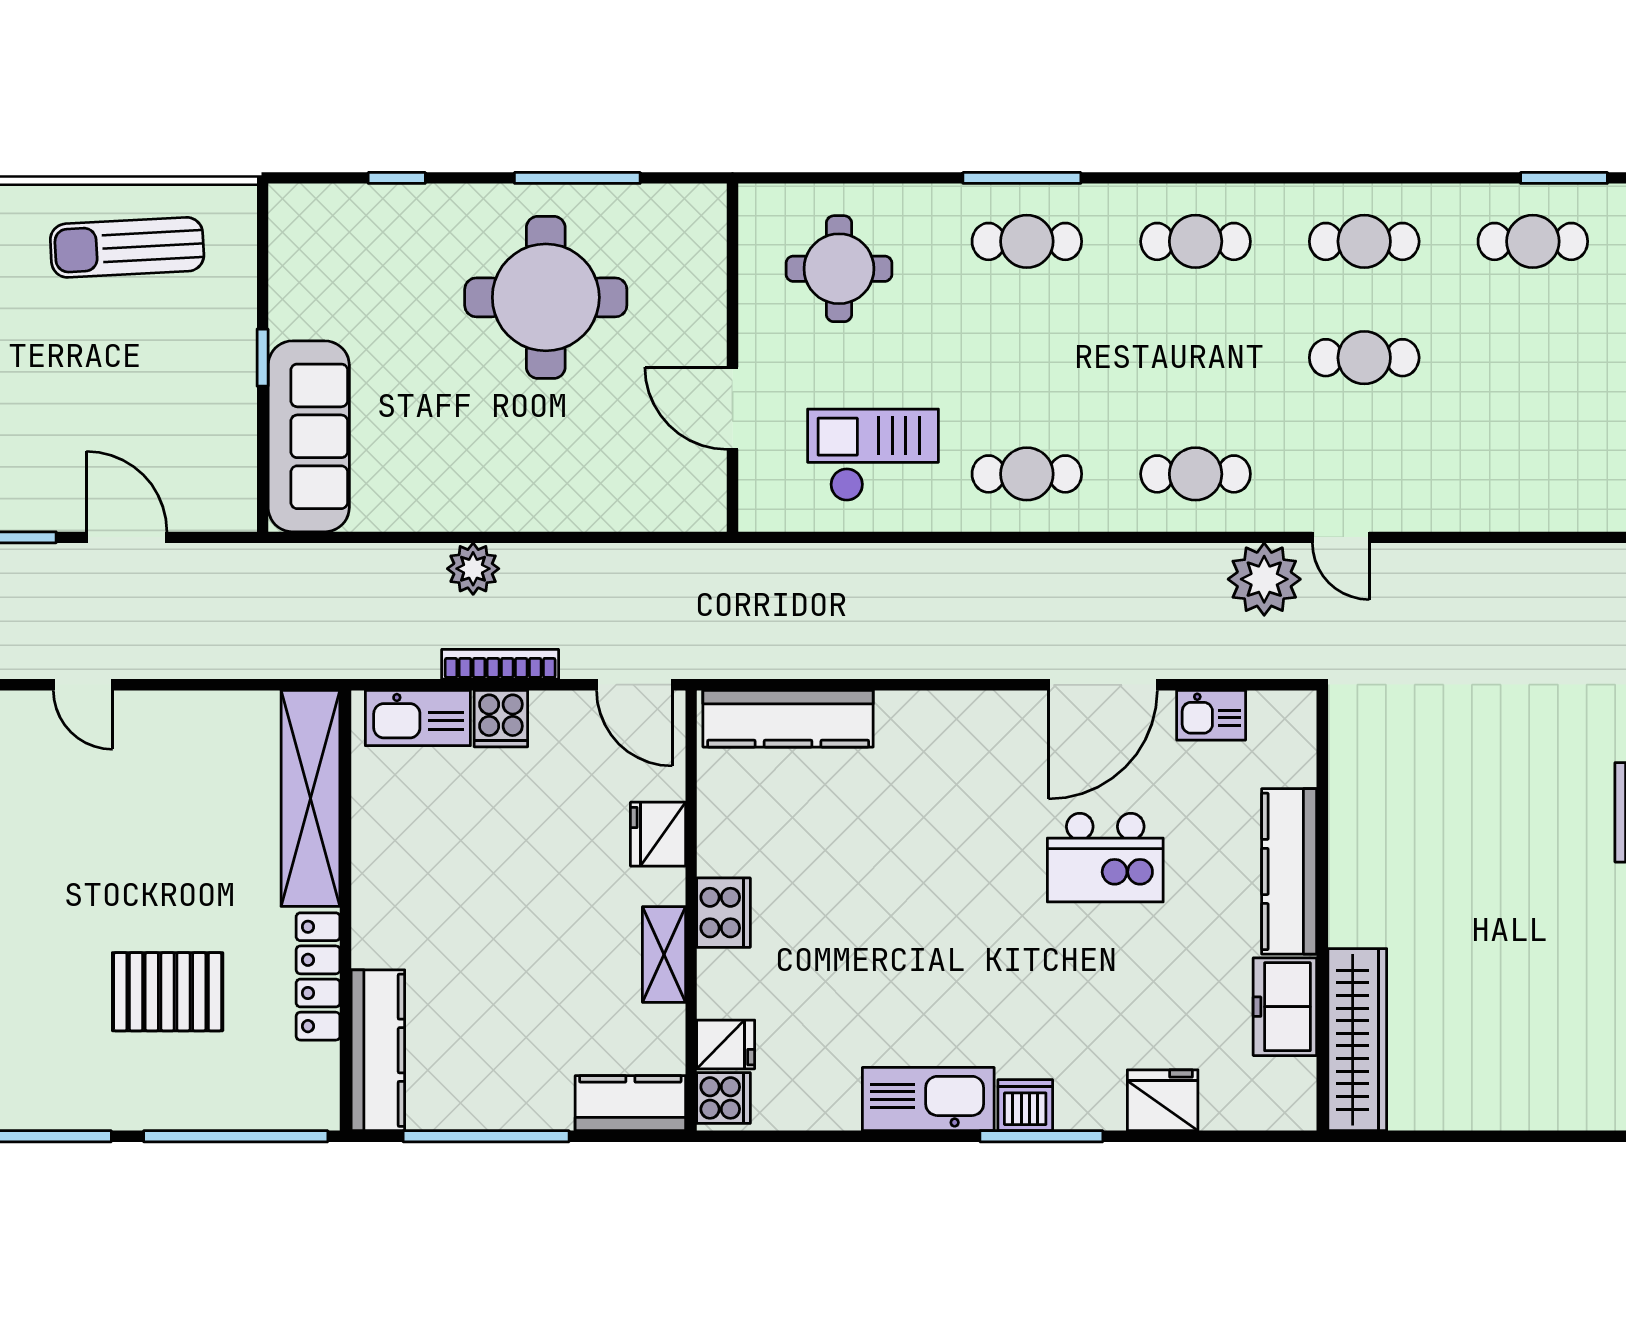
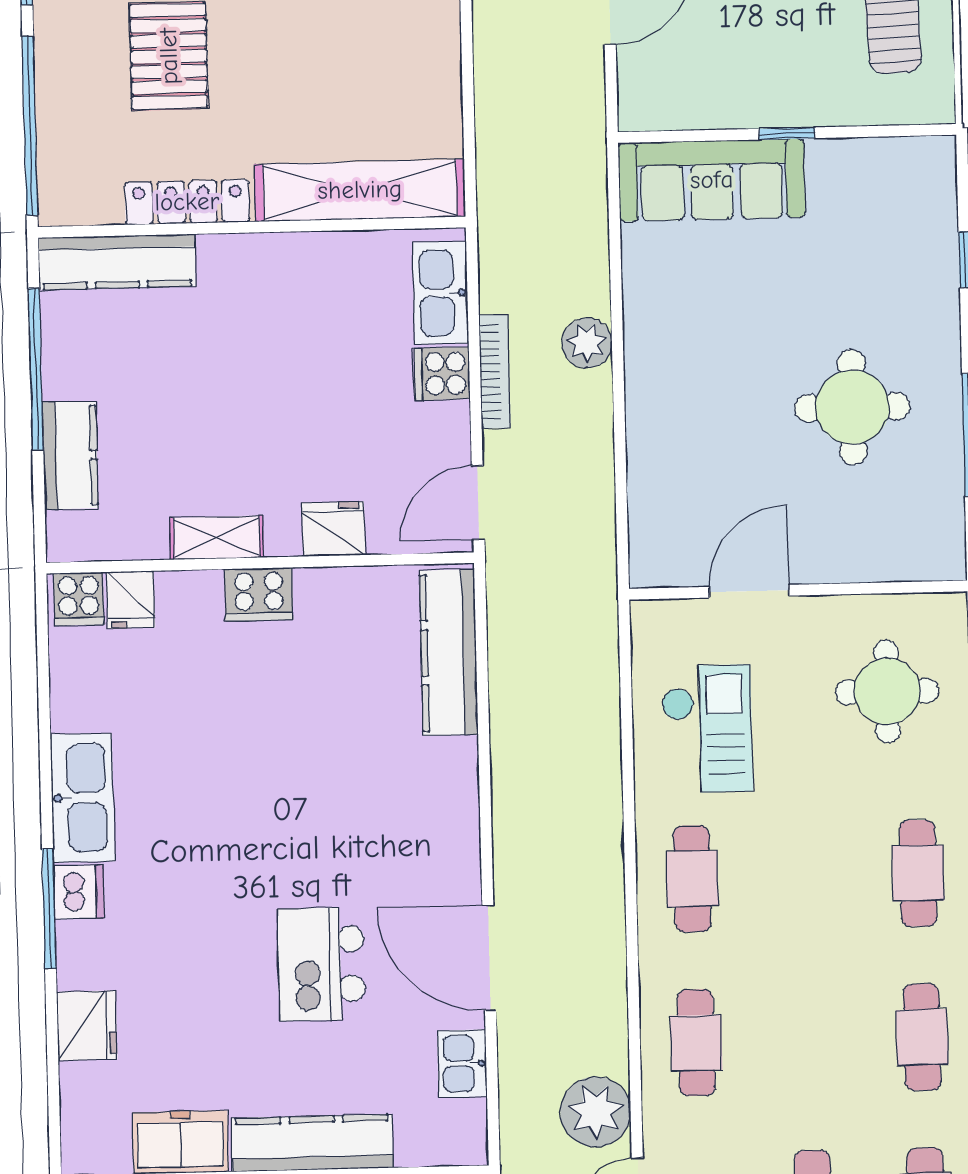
round table: (546, 297) -> (852, 407), width x0.73, depth x0.73
kitchen counter: (630, 1103) -> (70, 455), moved

